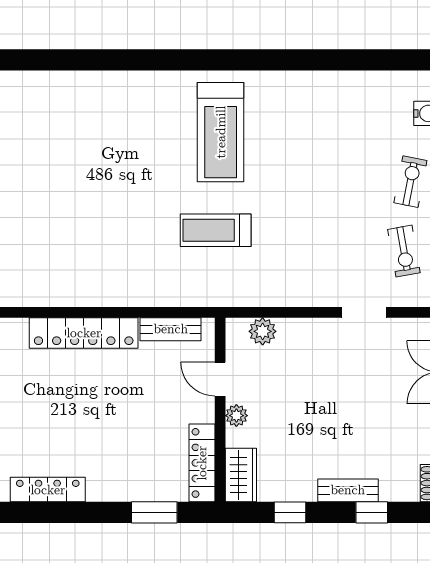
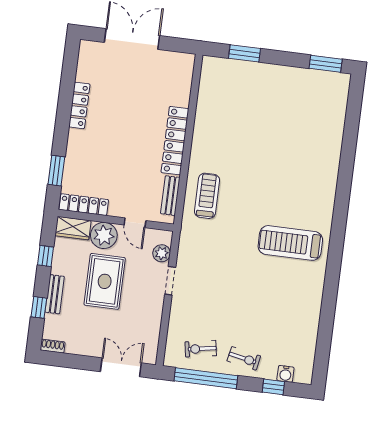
treadmill: (216, 230) -> (207, 196), moved
doorway: (364, 312) -> (170, 281), moved
door: (220, 379) -> (135, 223), swing flipped
rug: (318, 415) -> (105, 281), added
plant: (236, 416) -> (104, 235), width x1.88, depth x1.88

